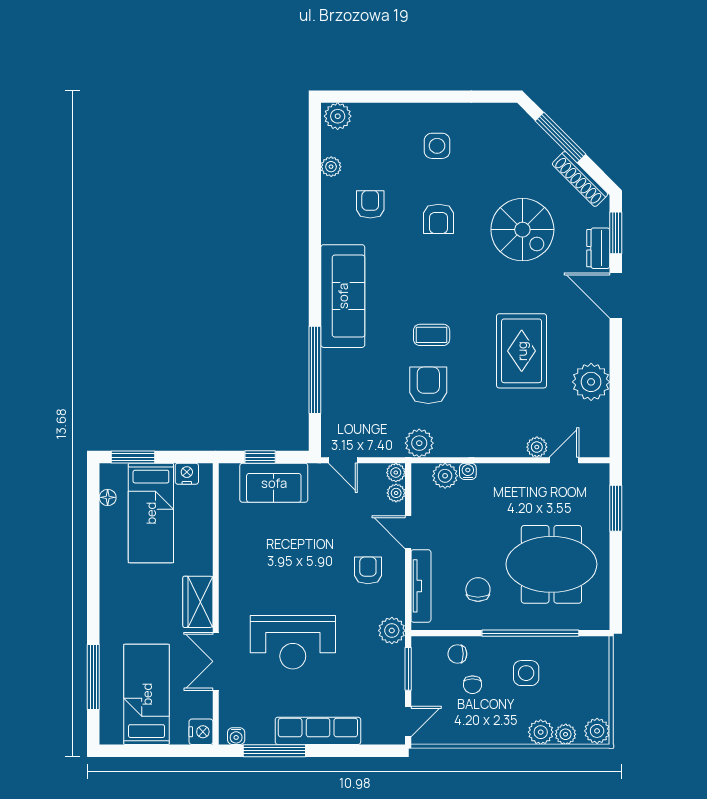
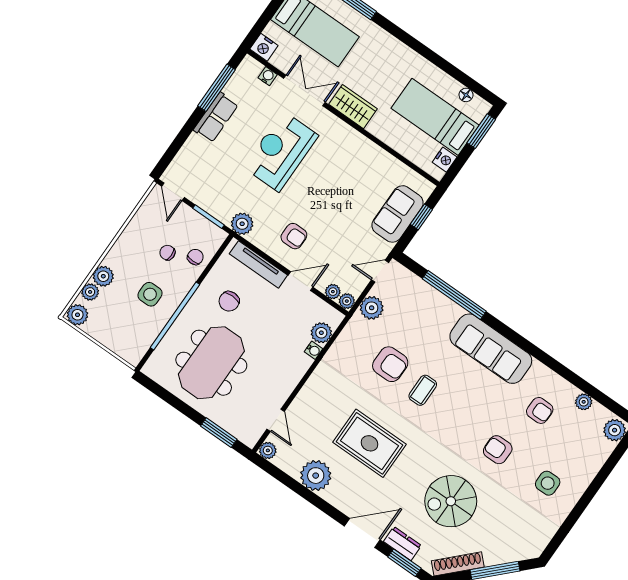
plant: (419, 443) -> (372, 308), moved
plant: (537, 447) -> (268, 450), moved
chair: (478, 590) -> (229, 301), turned 90
row of seats: (318, 731) -> (216, 117), width x0.68
water cooler: (236, 736) -> (268, 76), moved, turned 90

